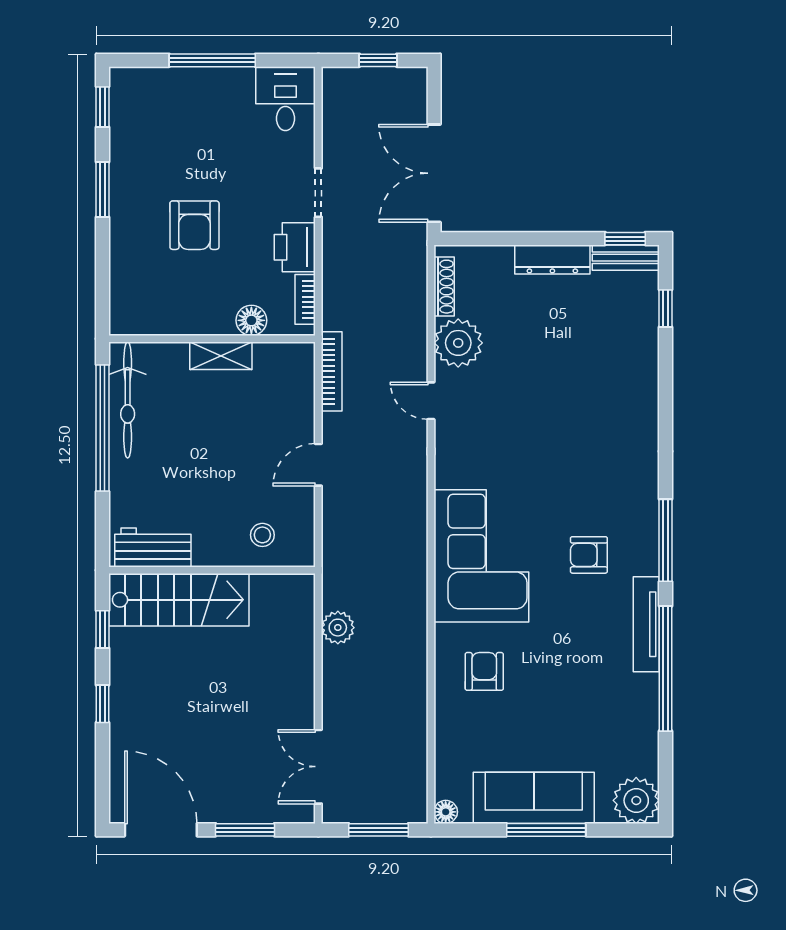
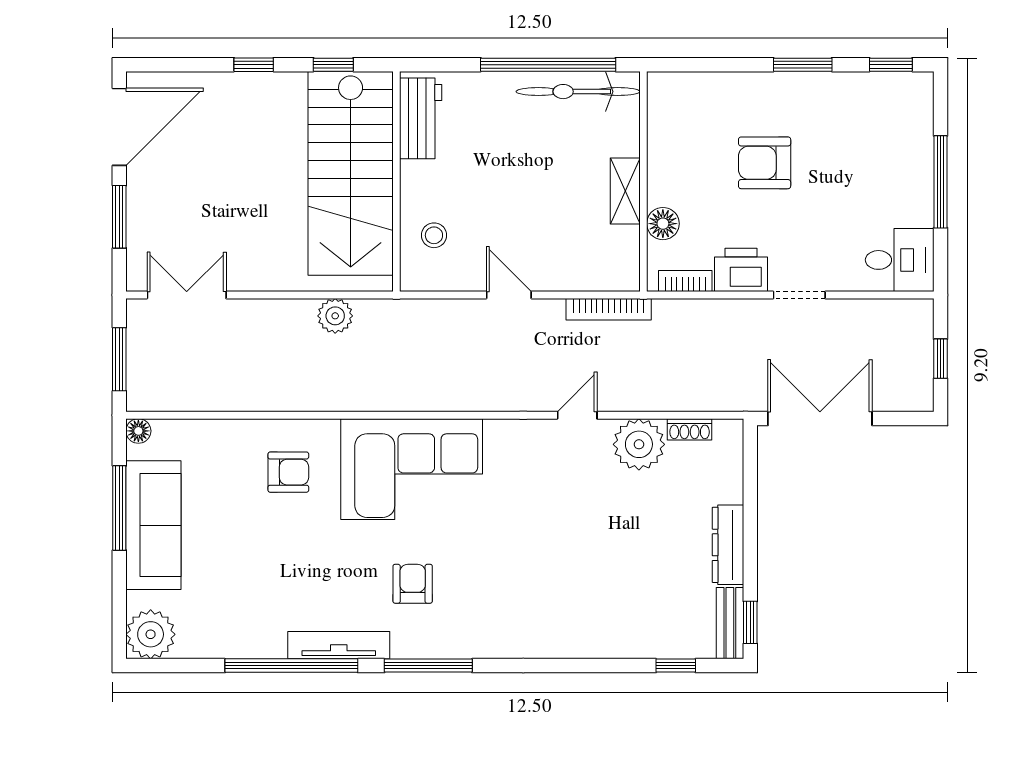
shoe rack: (444, 287) -> (690, 429), width x0.70
stairs: (179, 600) -> (351, 173), width x1.36, depth x1.51
window: (546, 830) -> (119, 508), moved

